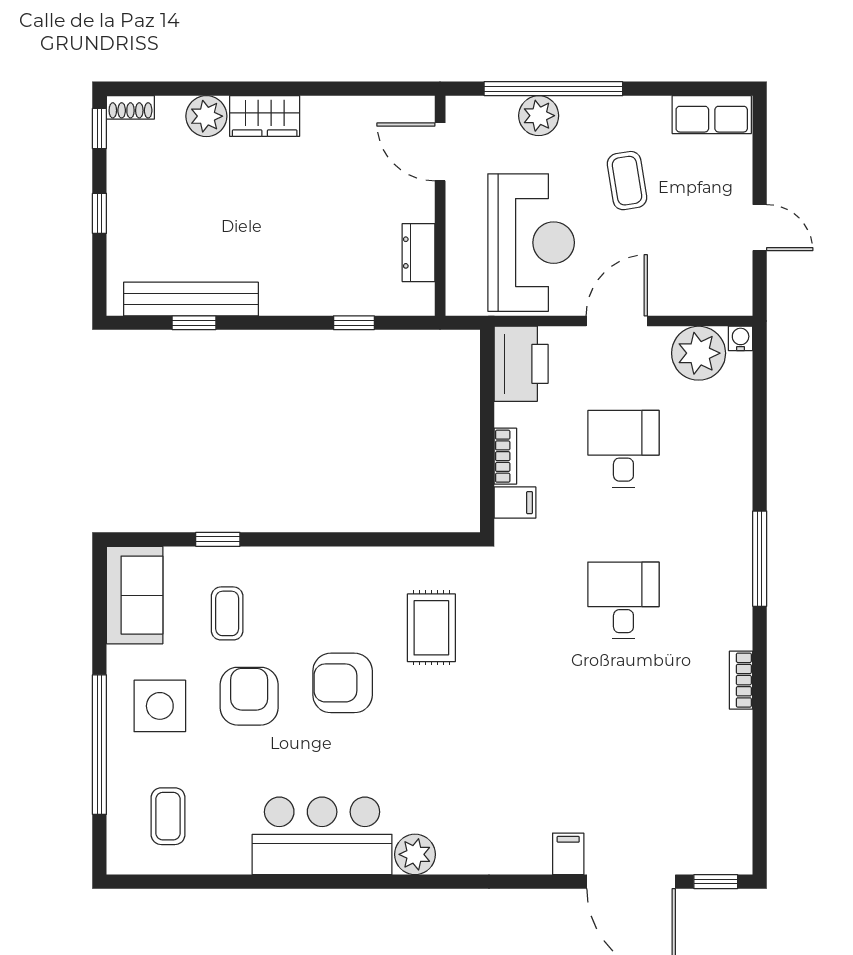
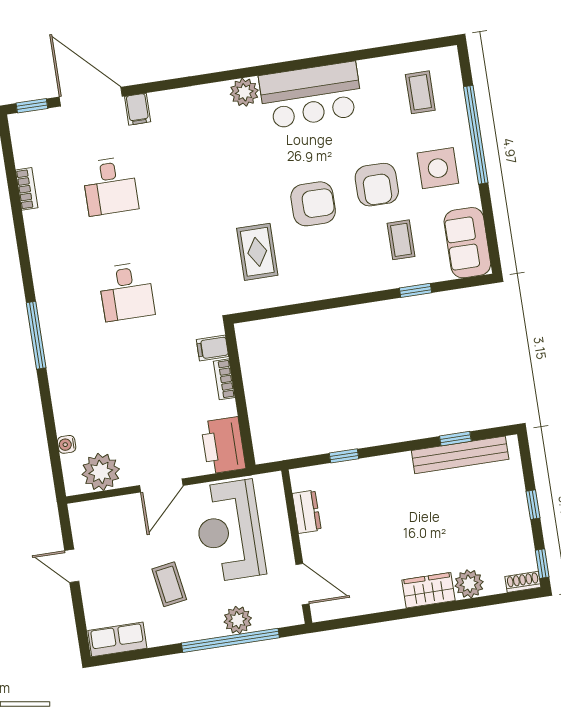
water cooler: (741, 338) -> (67, 444), moved, turned 90
desk: (623, 449) -> (110, 186), moved
bookcase: (741, 680) -> (27, 189), moved

